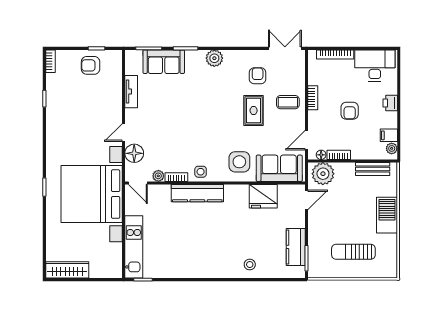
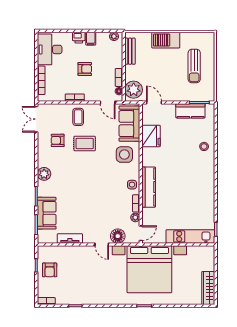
filing cabinet: (389, 135) -> (91, 39), moved

